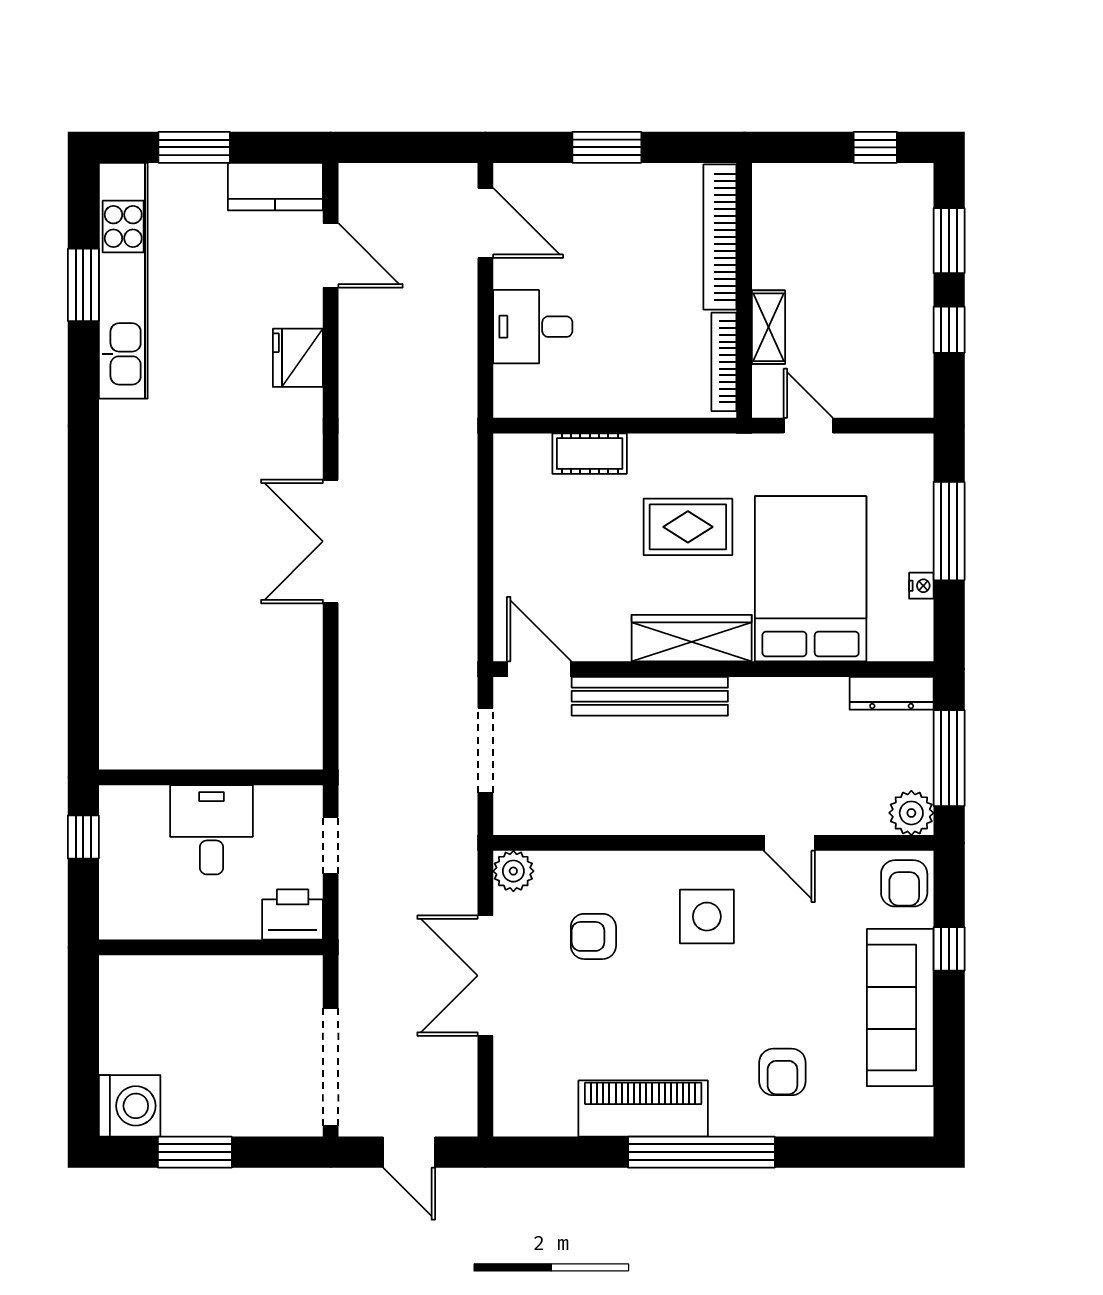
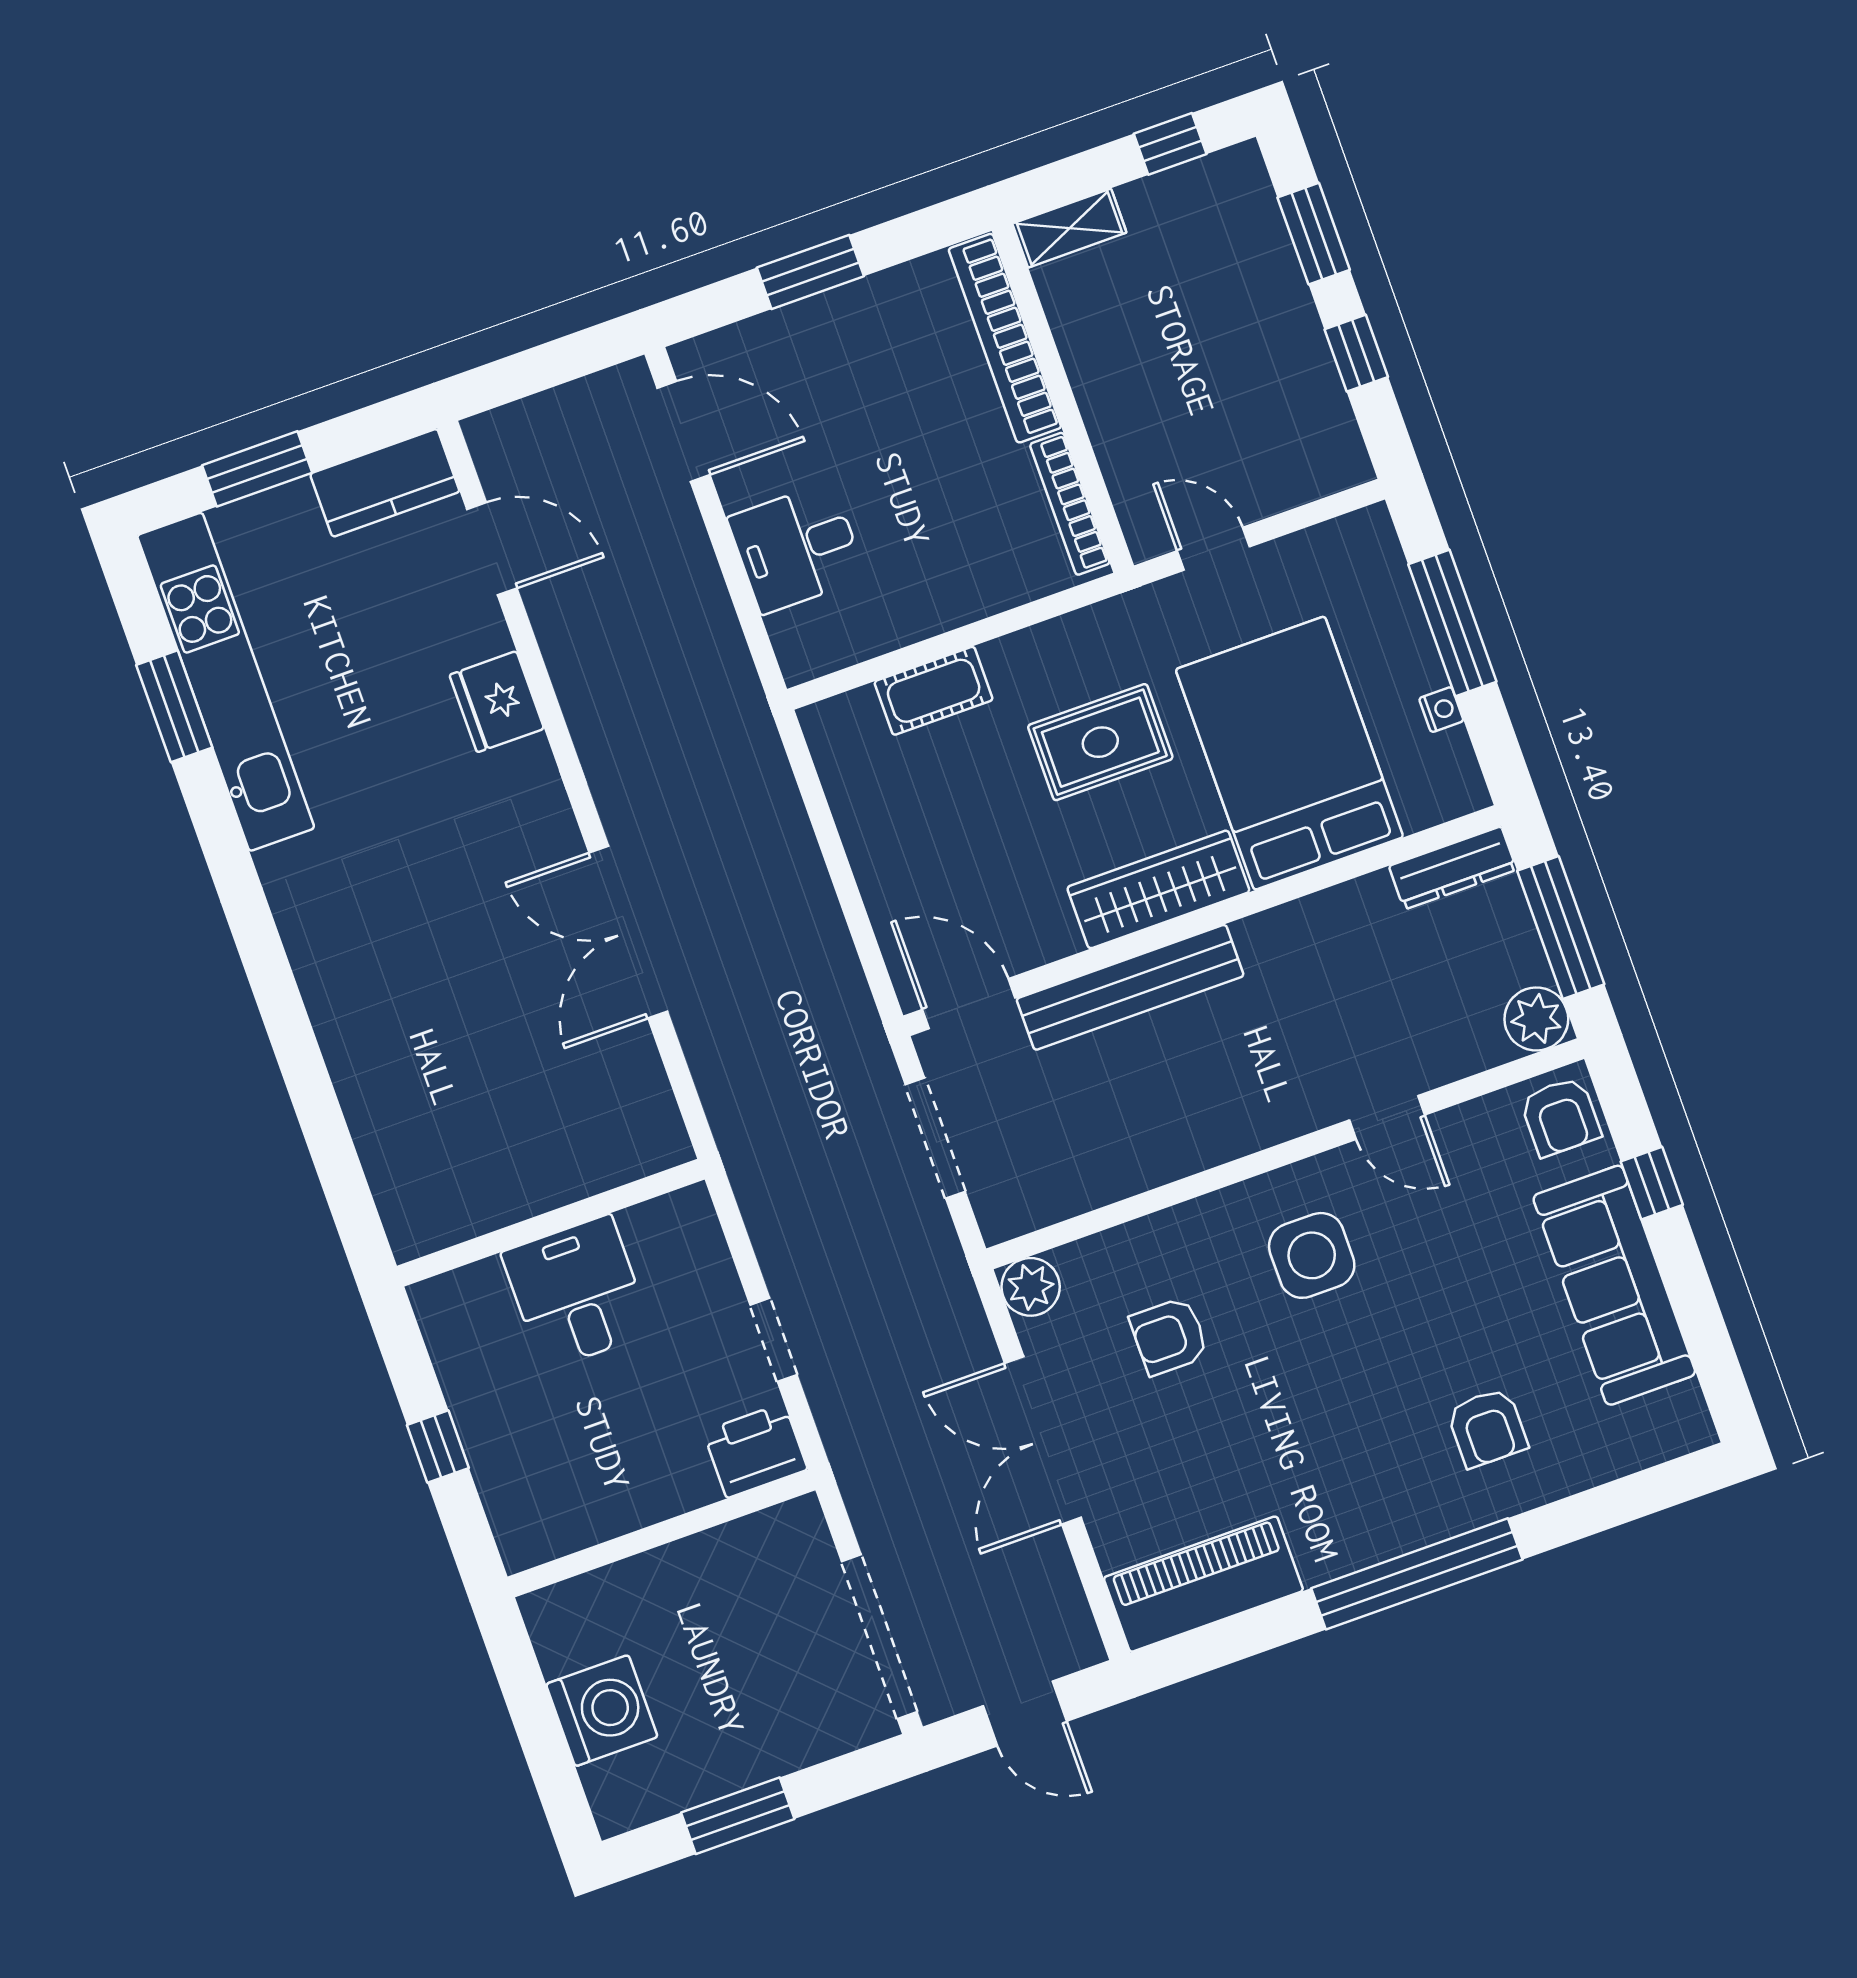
shelving: (768, 327) -> (1069, 228), moved, turned 90
wall: (211, 777) -> (551, 1223), moved
desk: (212, 830) -> (577, 1293), moved
washing machine: (130, 1106) -> (602, 1711), moved
piano: (643, 1109) -> (1203, 1584), moved

